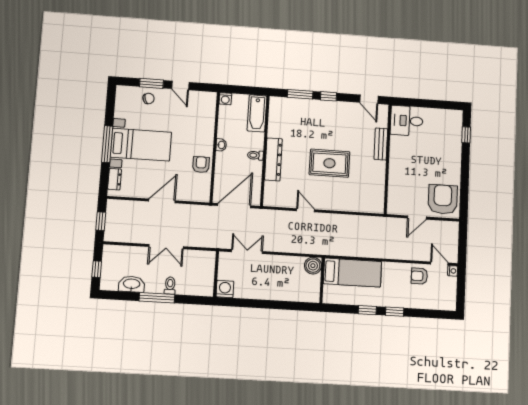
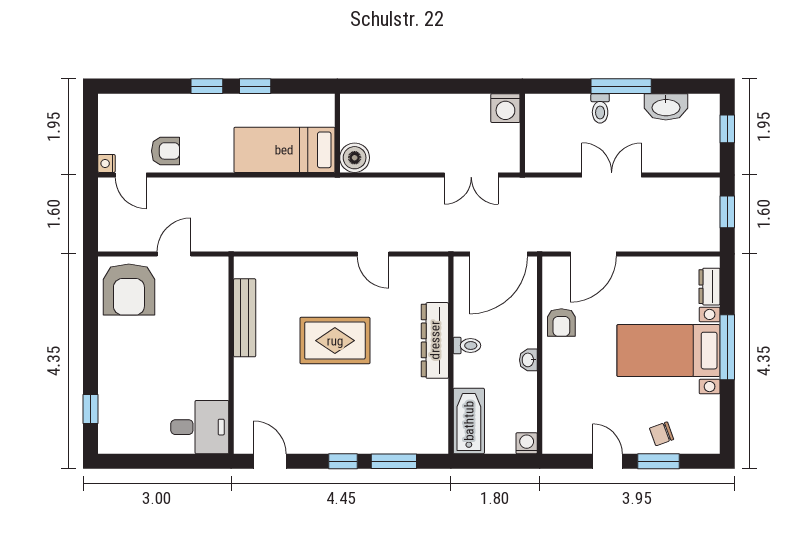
bench: (381, 144) -> (245, 318), moved, width x1.36
door: (162, 201) -> (593, 254), moved

